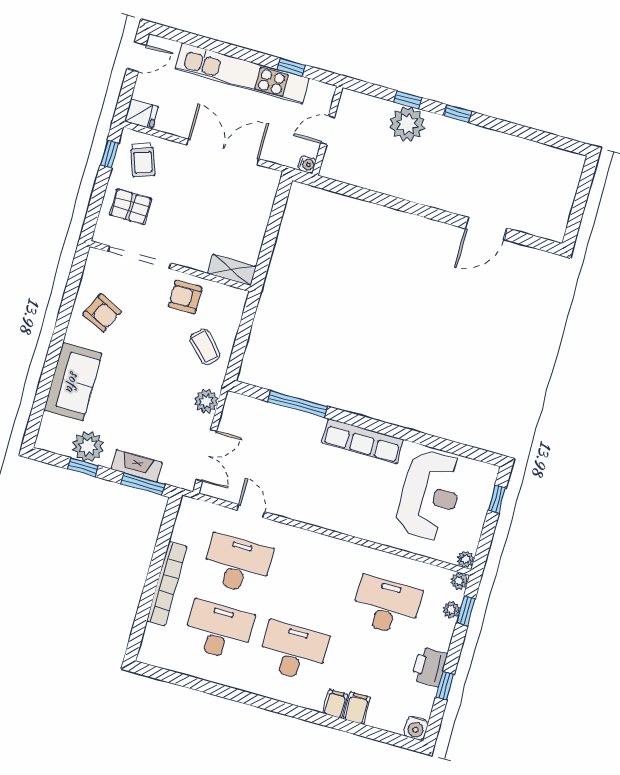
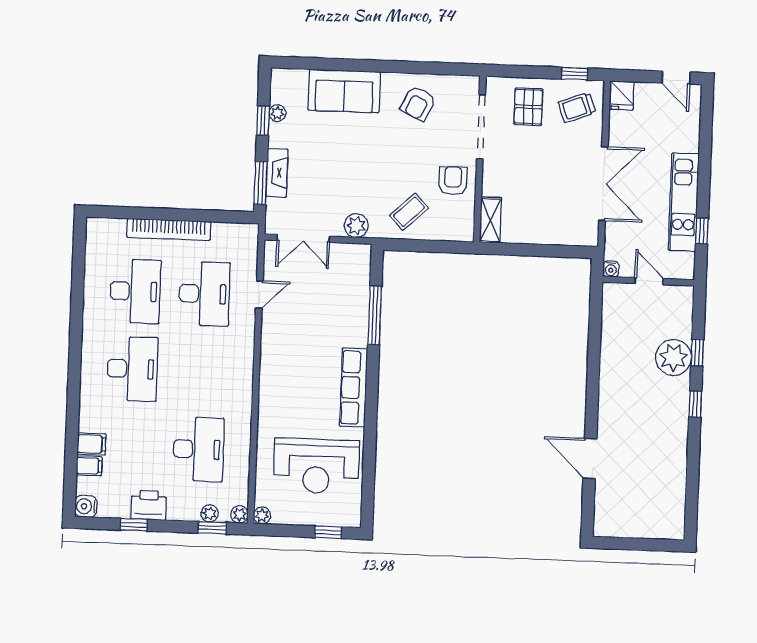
kitchen unit: (242, 74) -> (684, 202), width x0.73
plant: (88, 446) -> (277, 113), width x0.53, depth x0.53
filing cabinet: (335, 704) -> (89, 466), moved

